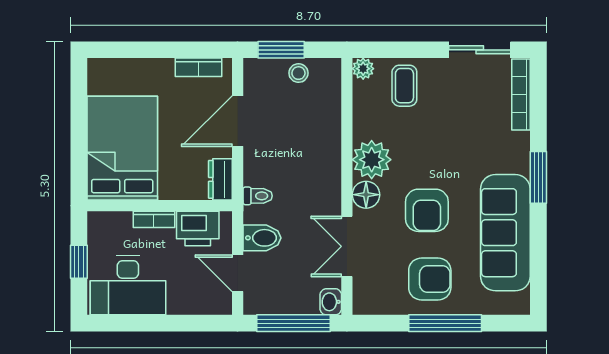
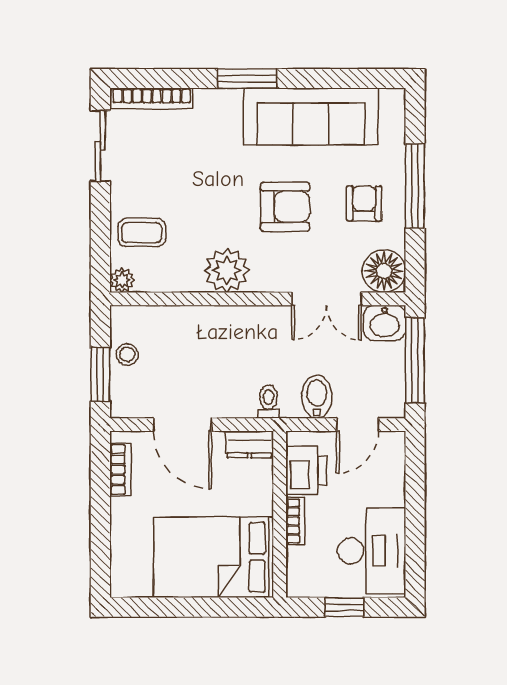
floor lamp: (366, 195) -> (384, 271), moved, width x1.38, depth x1.38
armchair: (430, 279) -> (364, 203), width x0.72, depth x0.72
washbasin: (331, 302) -> (385, 323), width x1.38, depth x1.45

